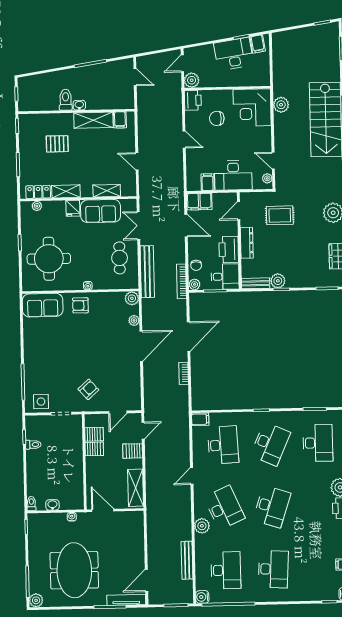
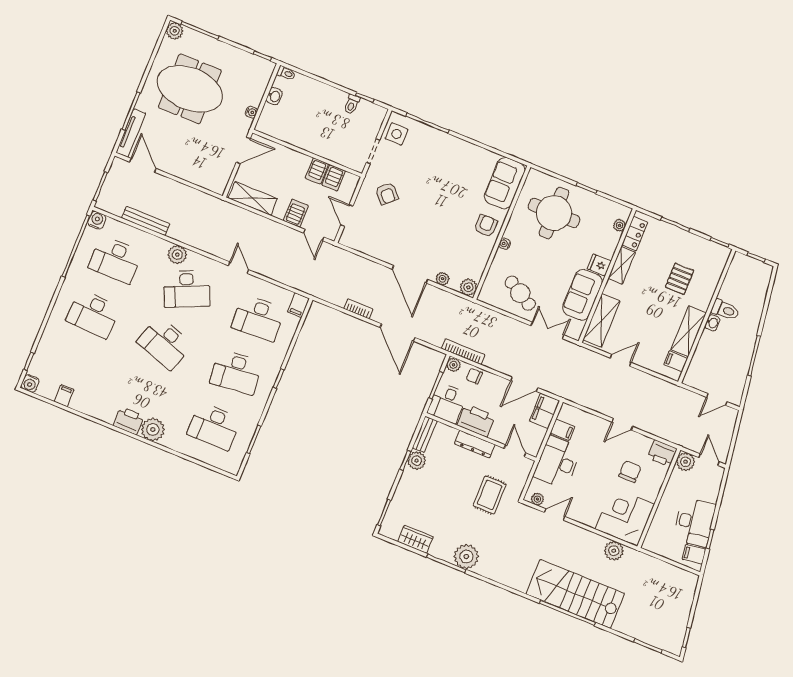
shelving: (107, 191) -> (602, 320), width x1.50, depth x1.33
cafe table: (120, 258) -> (520, 293), turned 30
bench: (147, 272) -> (491, 318), removed
desk: (270, 444) -> (236, 372), turned -30

